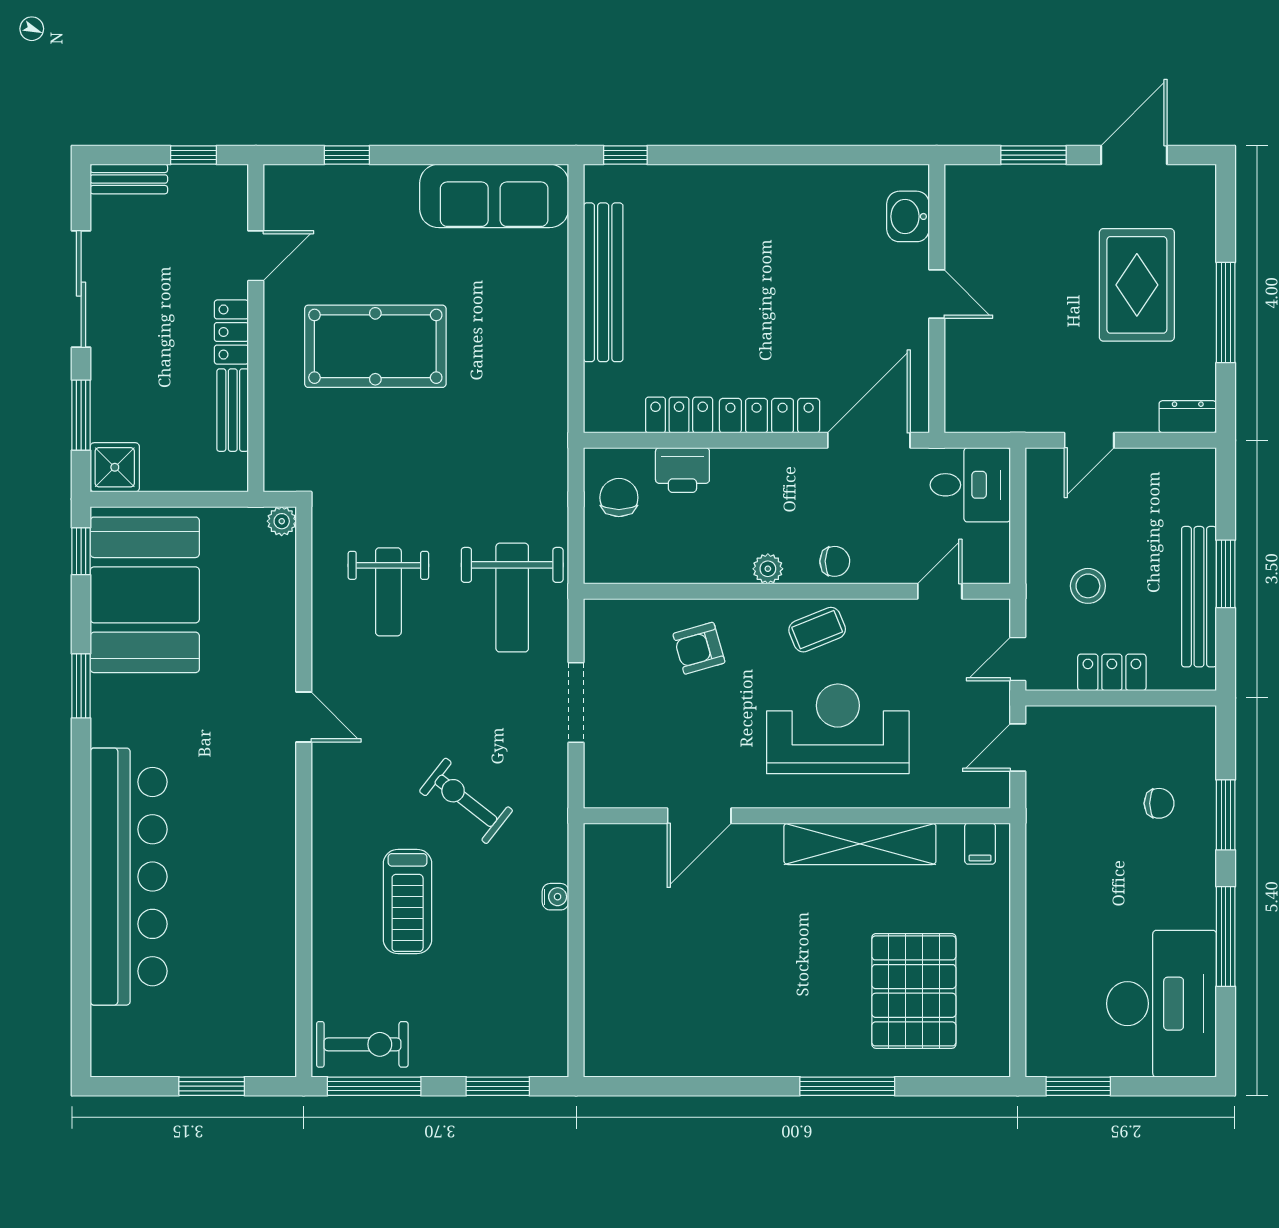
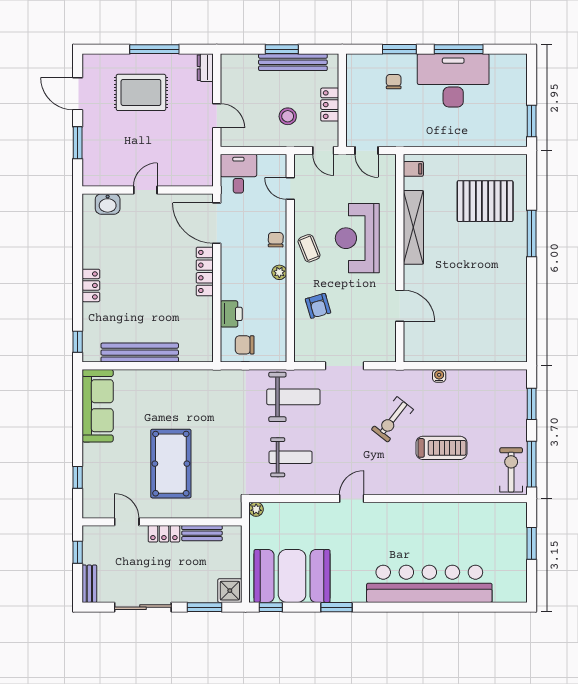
locker: (679, 415) -> (91, 285), moved, turned 180
desk: (1162, 1004) -> (453, 80), moved

